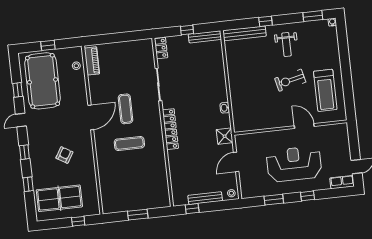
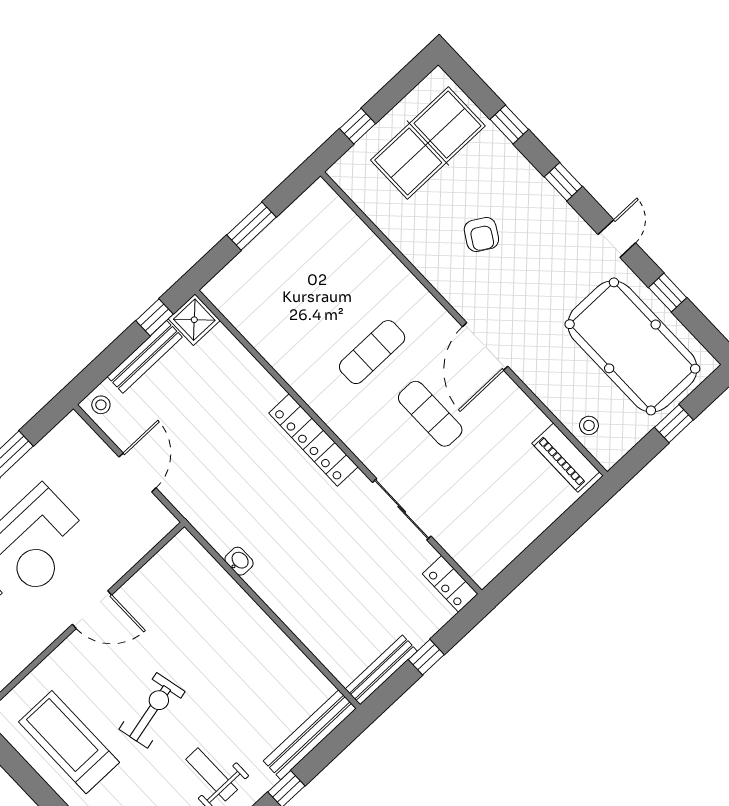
door: (304, 126) -> (92, 610), moved
shower: (225, 136) -> (194, 320), moved

